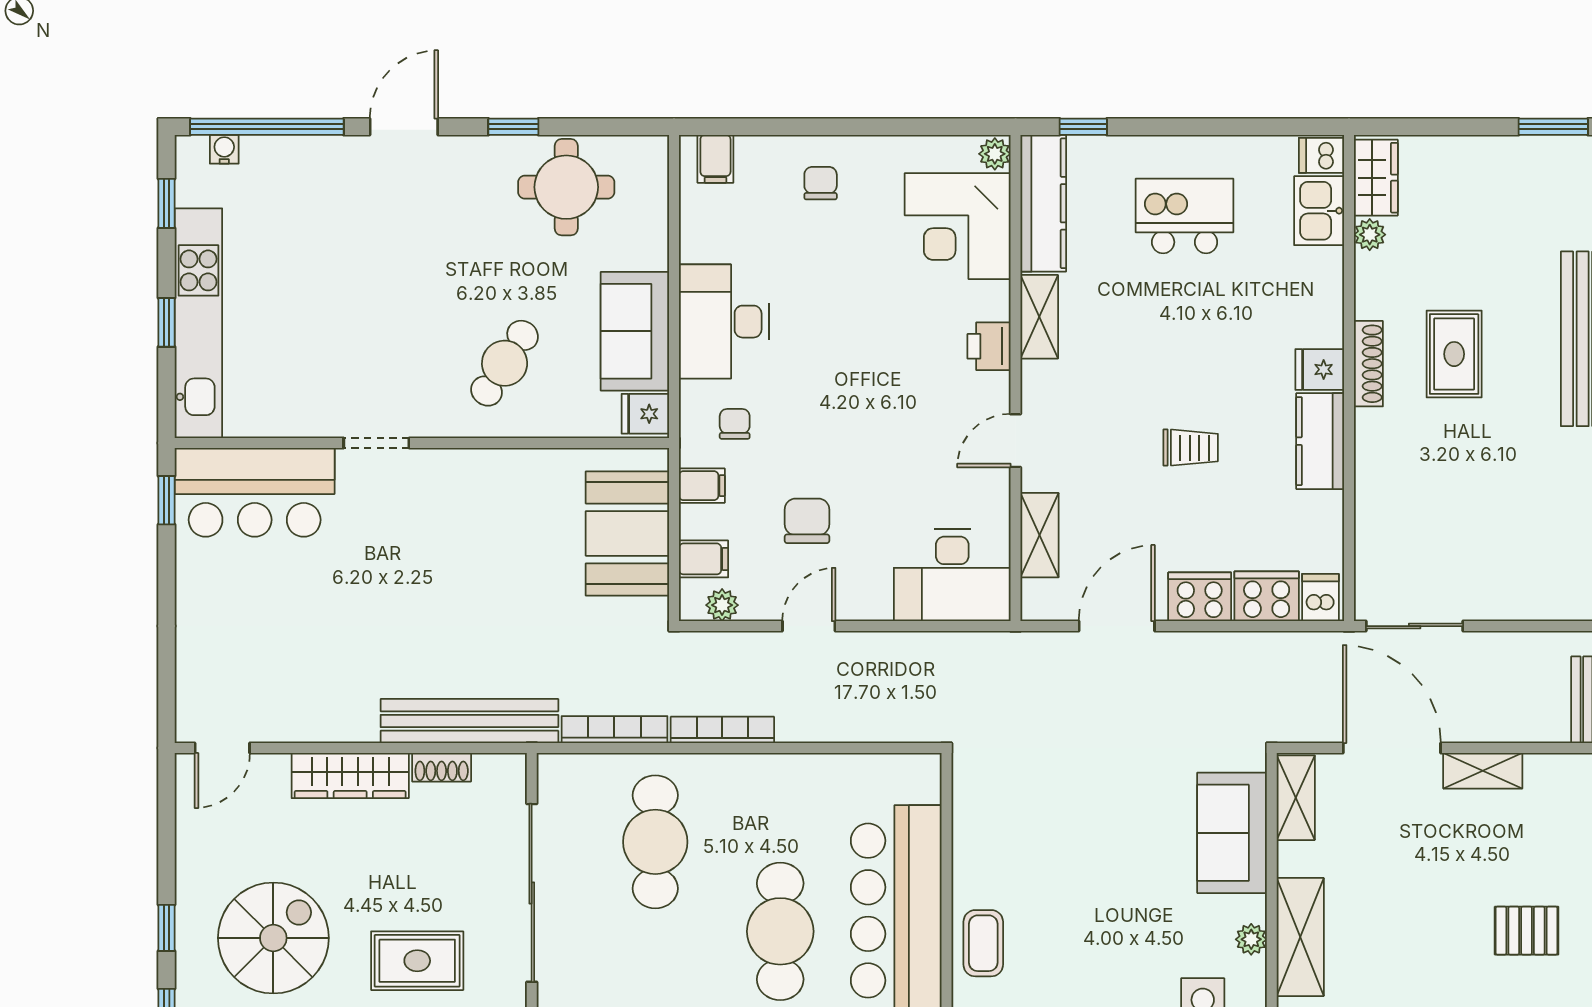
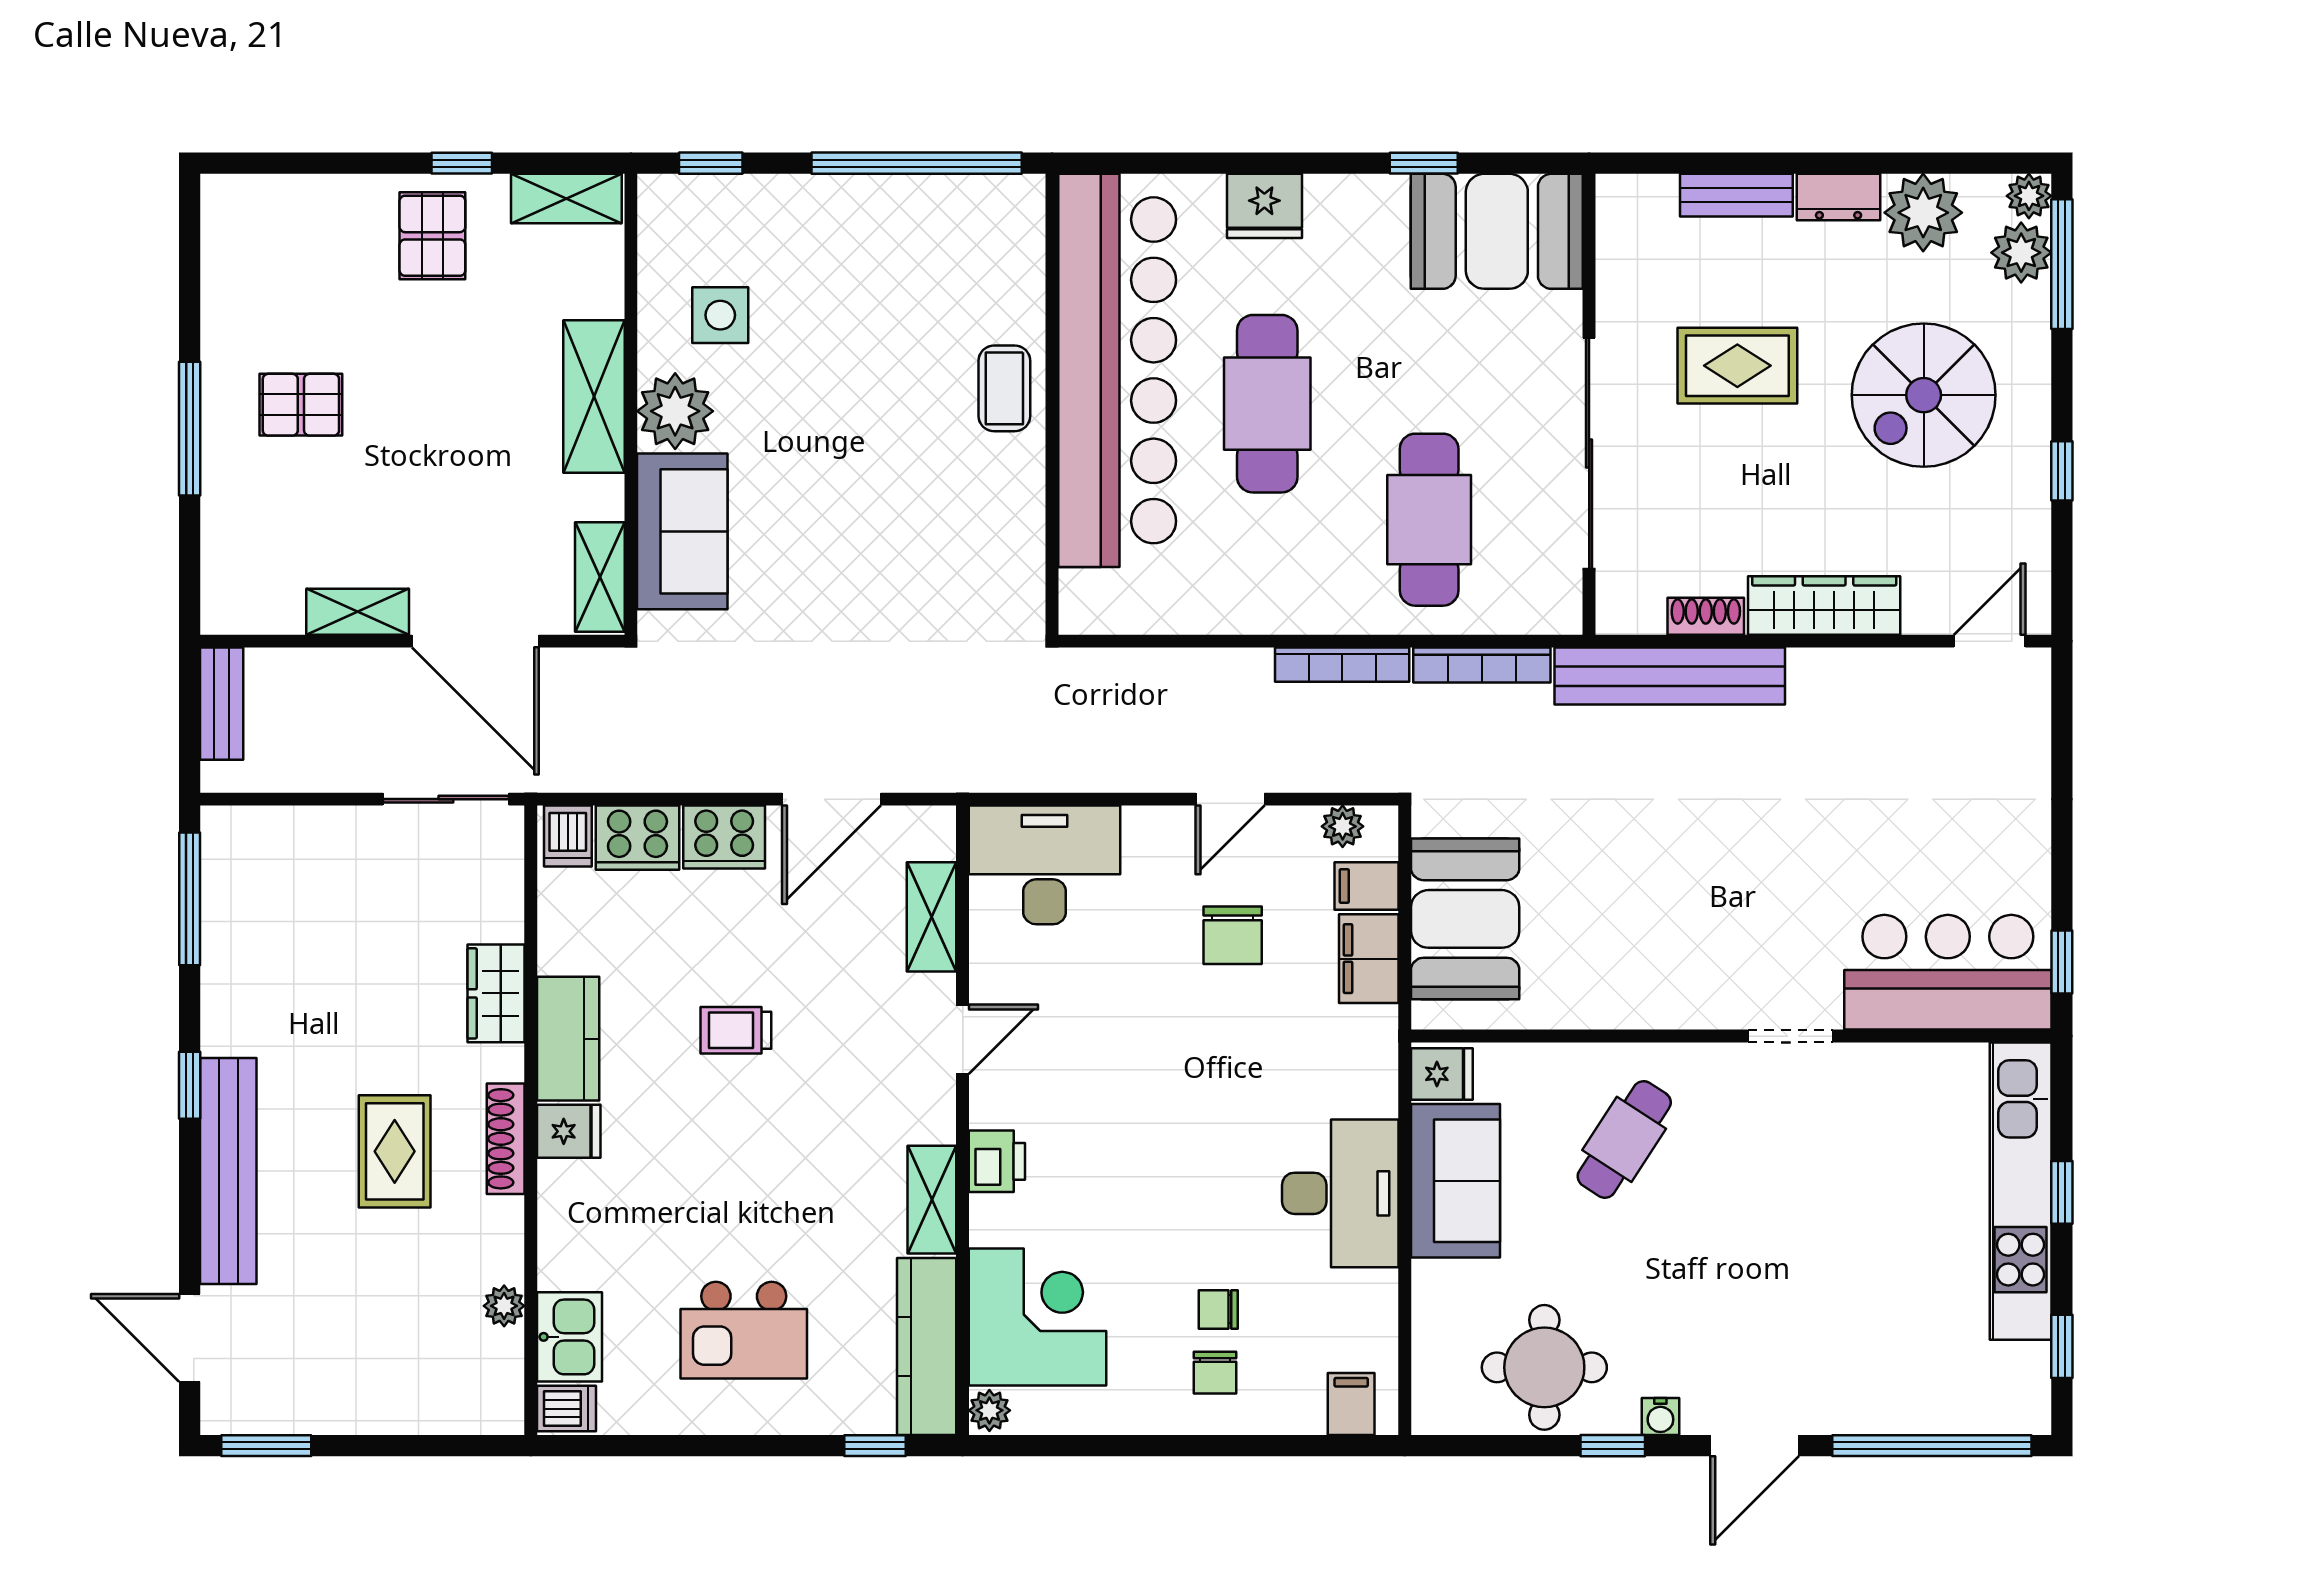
water cooler: (224, 149) -> (1660, 1416), moved
wardrobe: (1376, 178) -> (496, 993), moved
chair: (735, 424) -> (1218, 1309), moved, turned 90
filing cabinet: (702, 486) -> (1369, 959), width x2.00
window: (167, 928) -> (2062, 471), moved
plant: (1251, 939) -> (675, 411), width x1.87, depth x1.87

